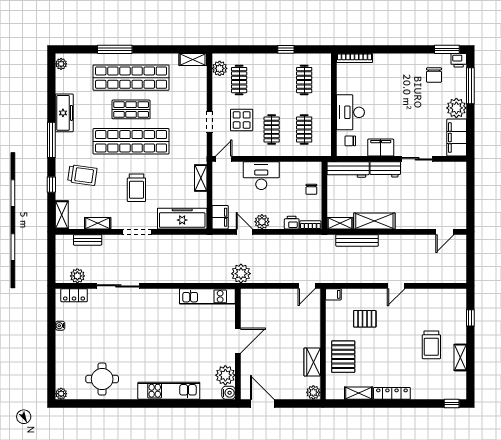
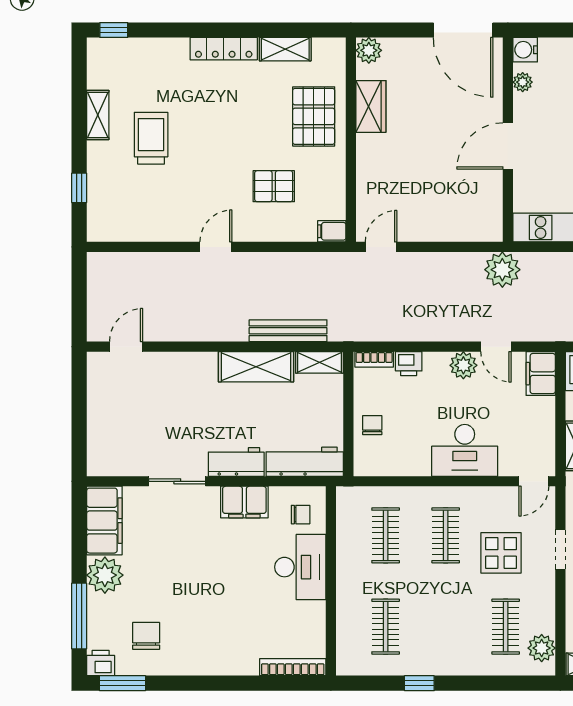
plant: (225, 375) -> (523, 82), width x0.53, depth x0.53
door: (262, 403) -> (463, 30), width x1.36

